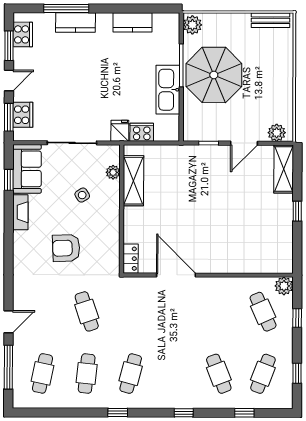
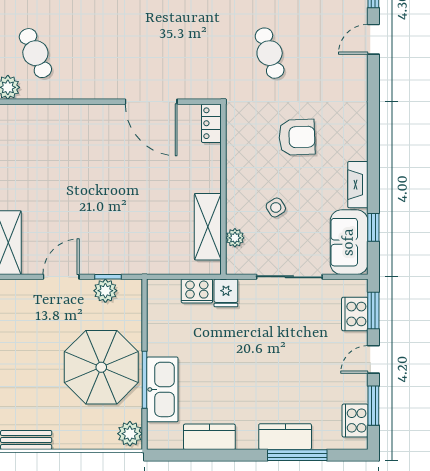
kitchen sink: (168, 90) -> (162, 389), moved
plant: (277, 133) -> (105, 291), moved

